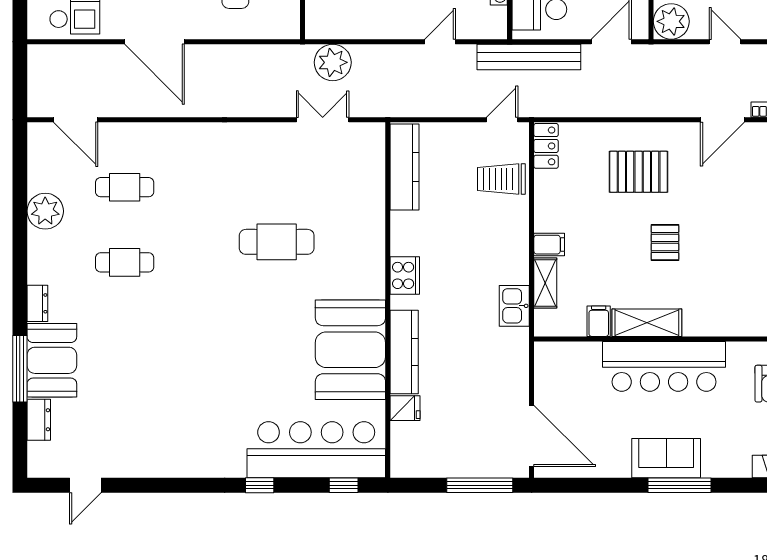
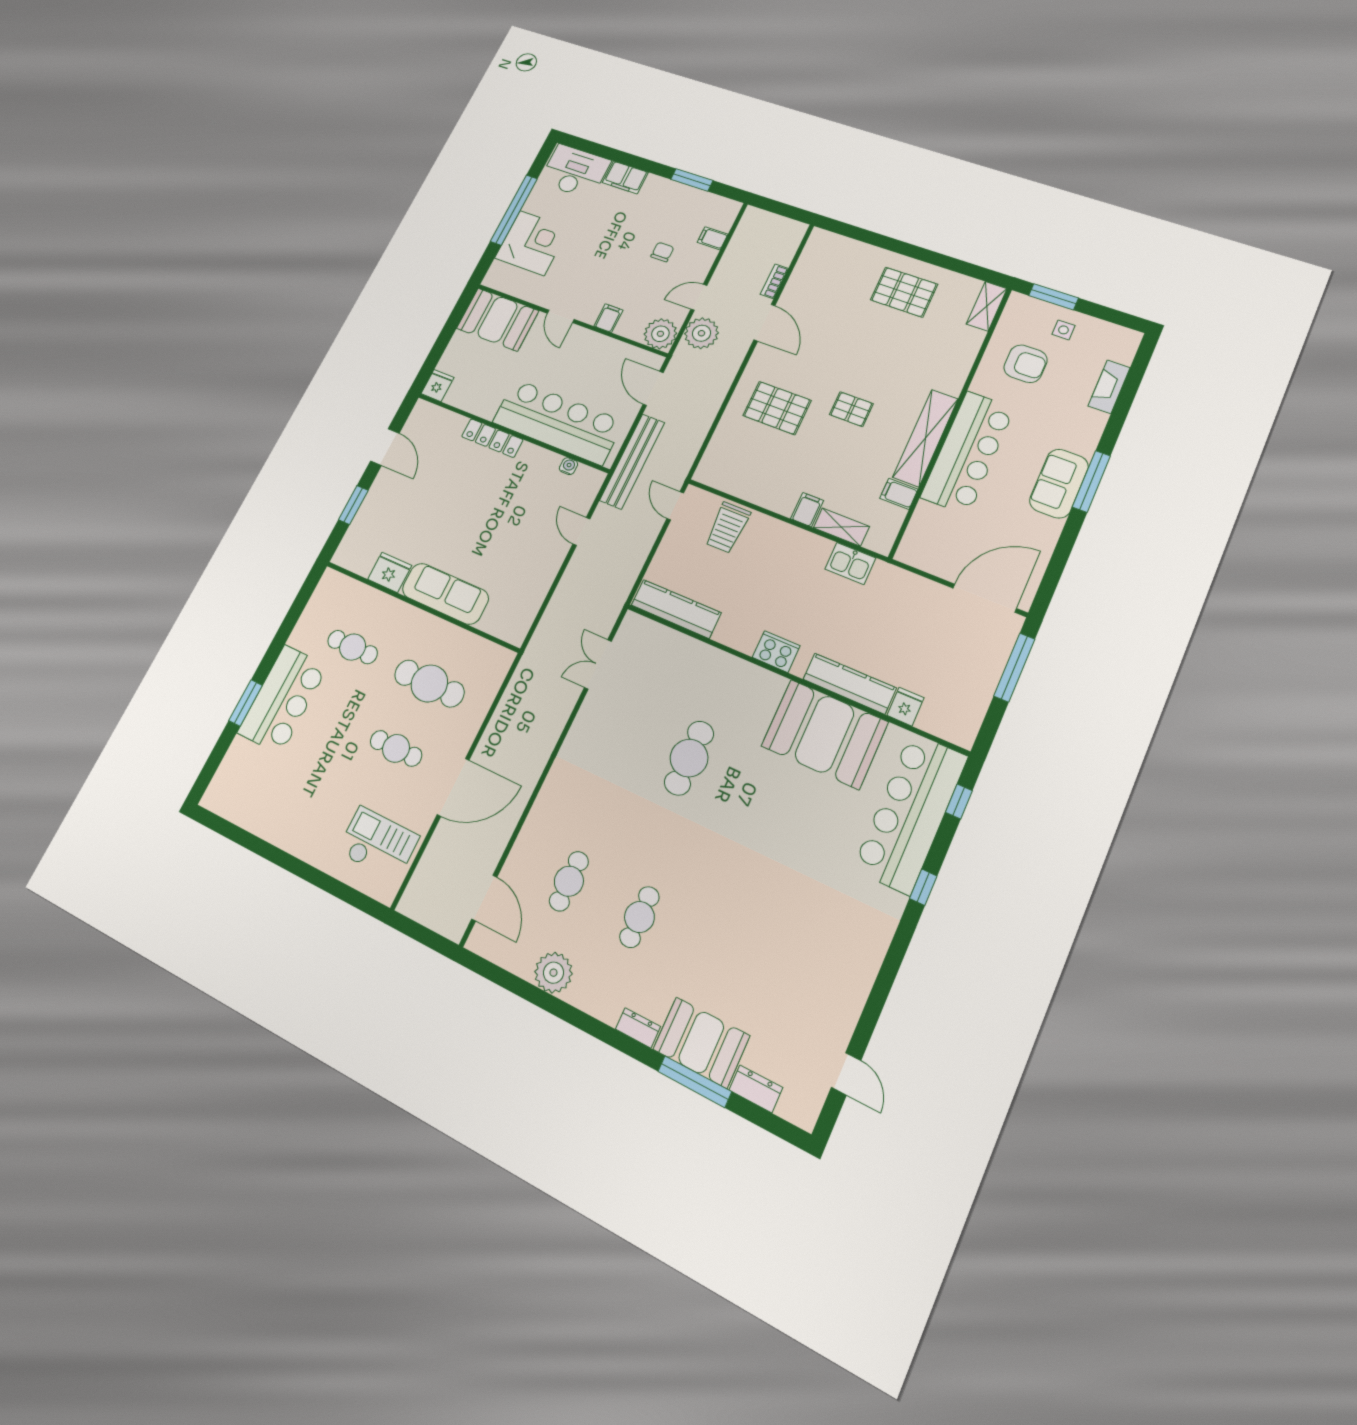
plant: (333, 62) -> (701, 333), moved
door: (76, 120) -> (484, 898), hinge flipped
locker: (546, 146) -> (717, 477), removed
pallet: (639, 172) -> (777, 408), turned 90
shelving: (647, 323) -> (925, 438), width x1.47

